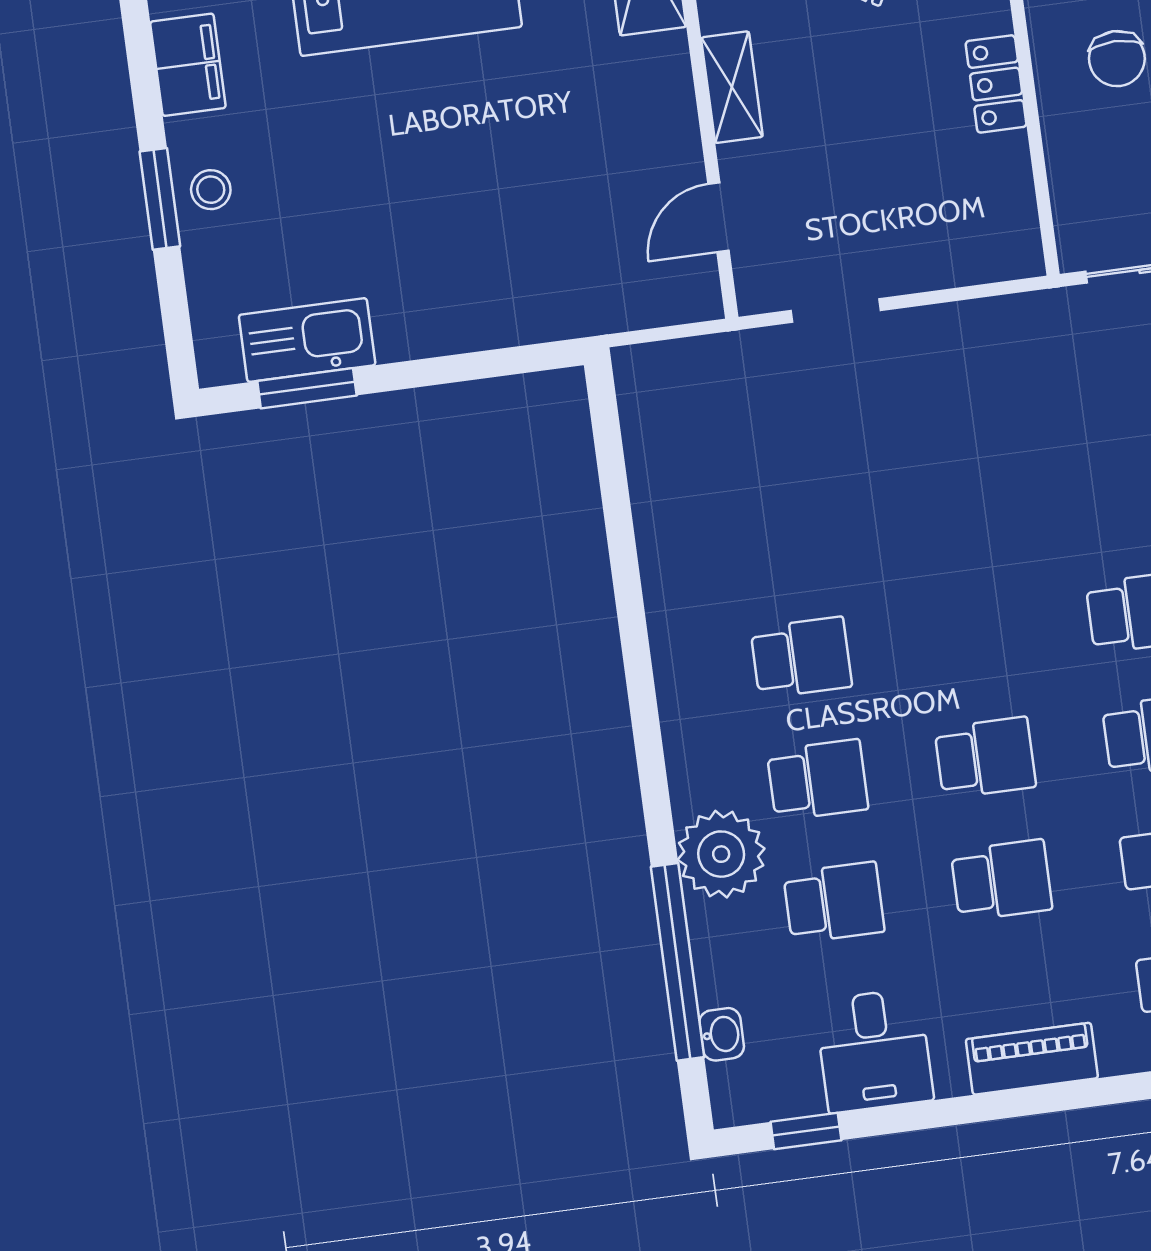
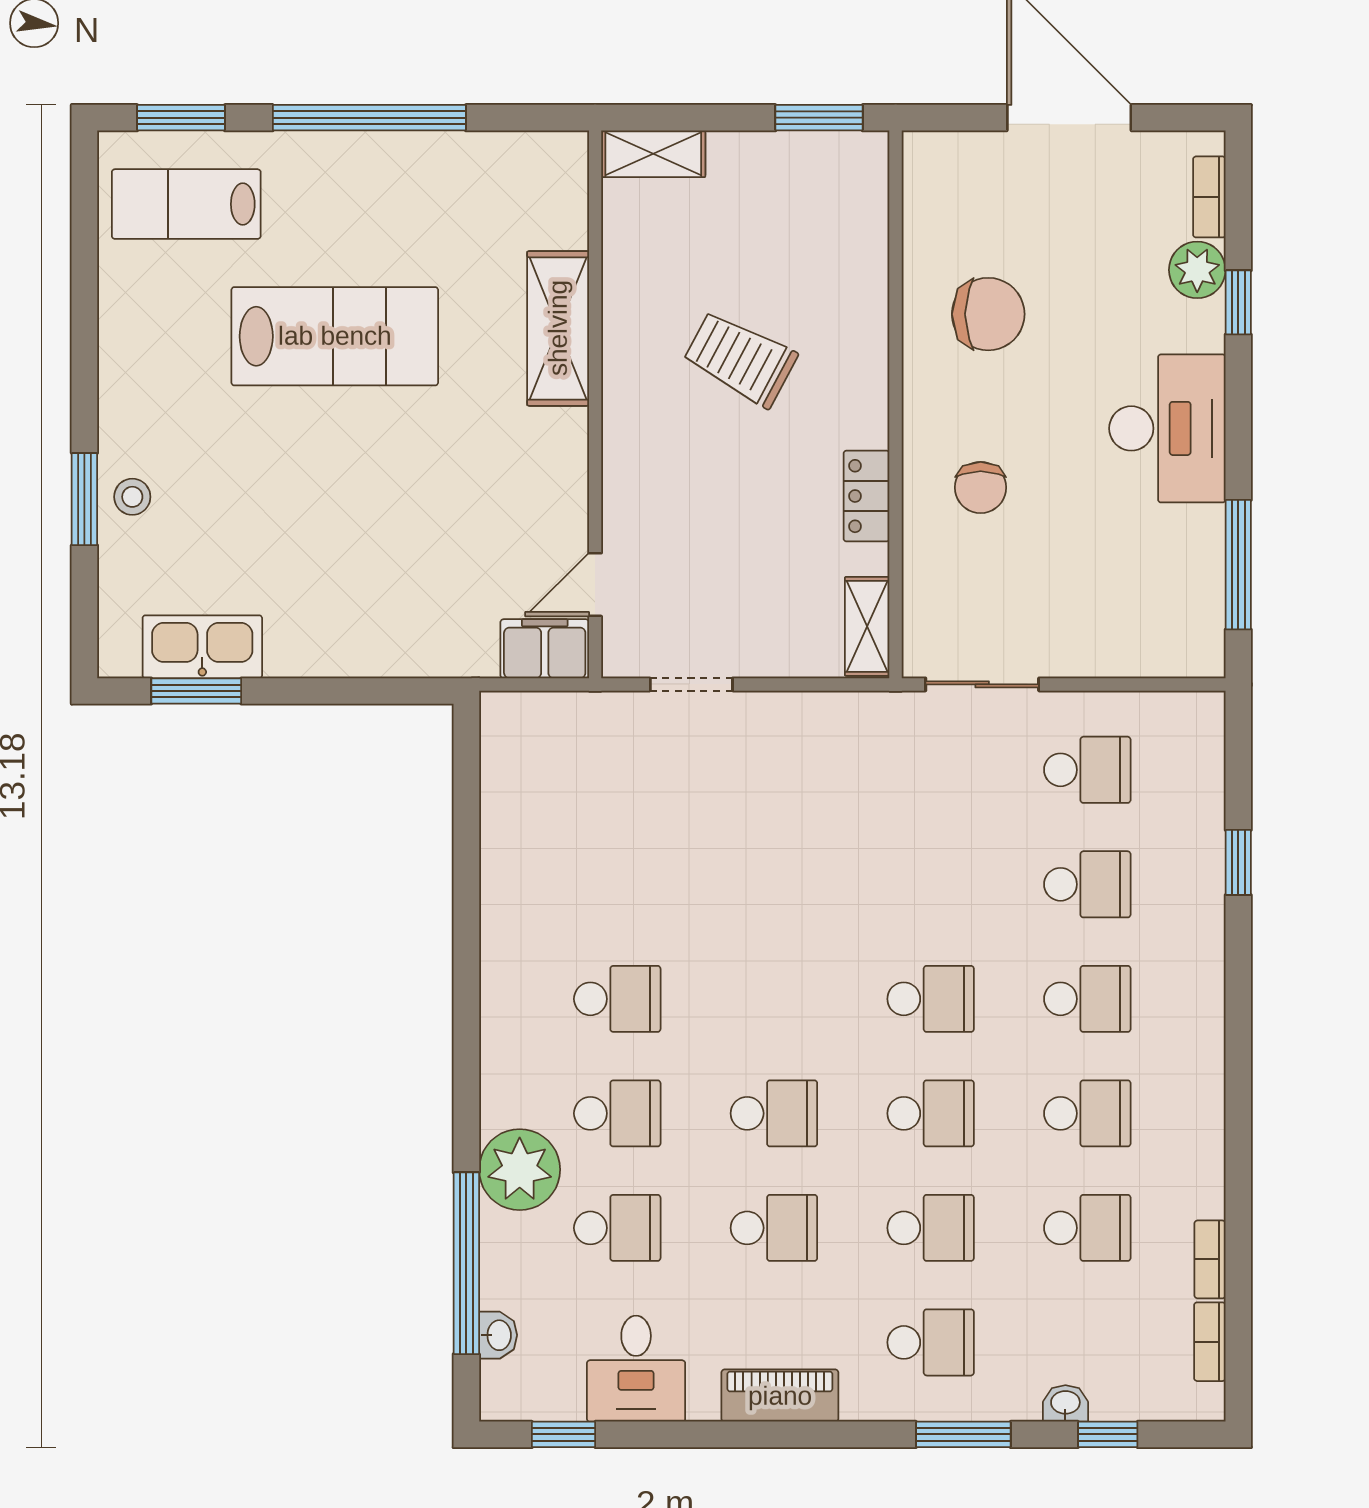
filing cabinet: (188, 65) -> (545, 649), moved, turned -90
shelving: (732, 87) -> (867, 626), moved

